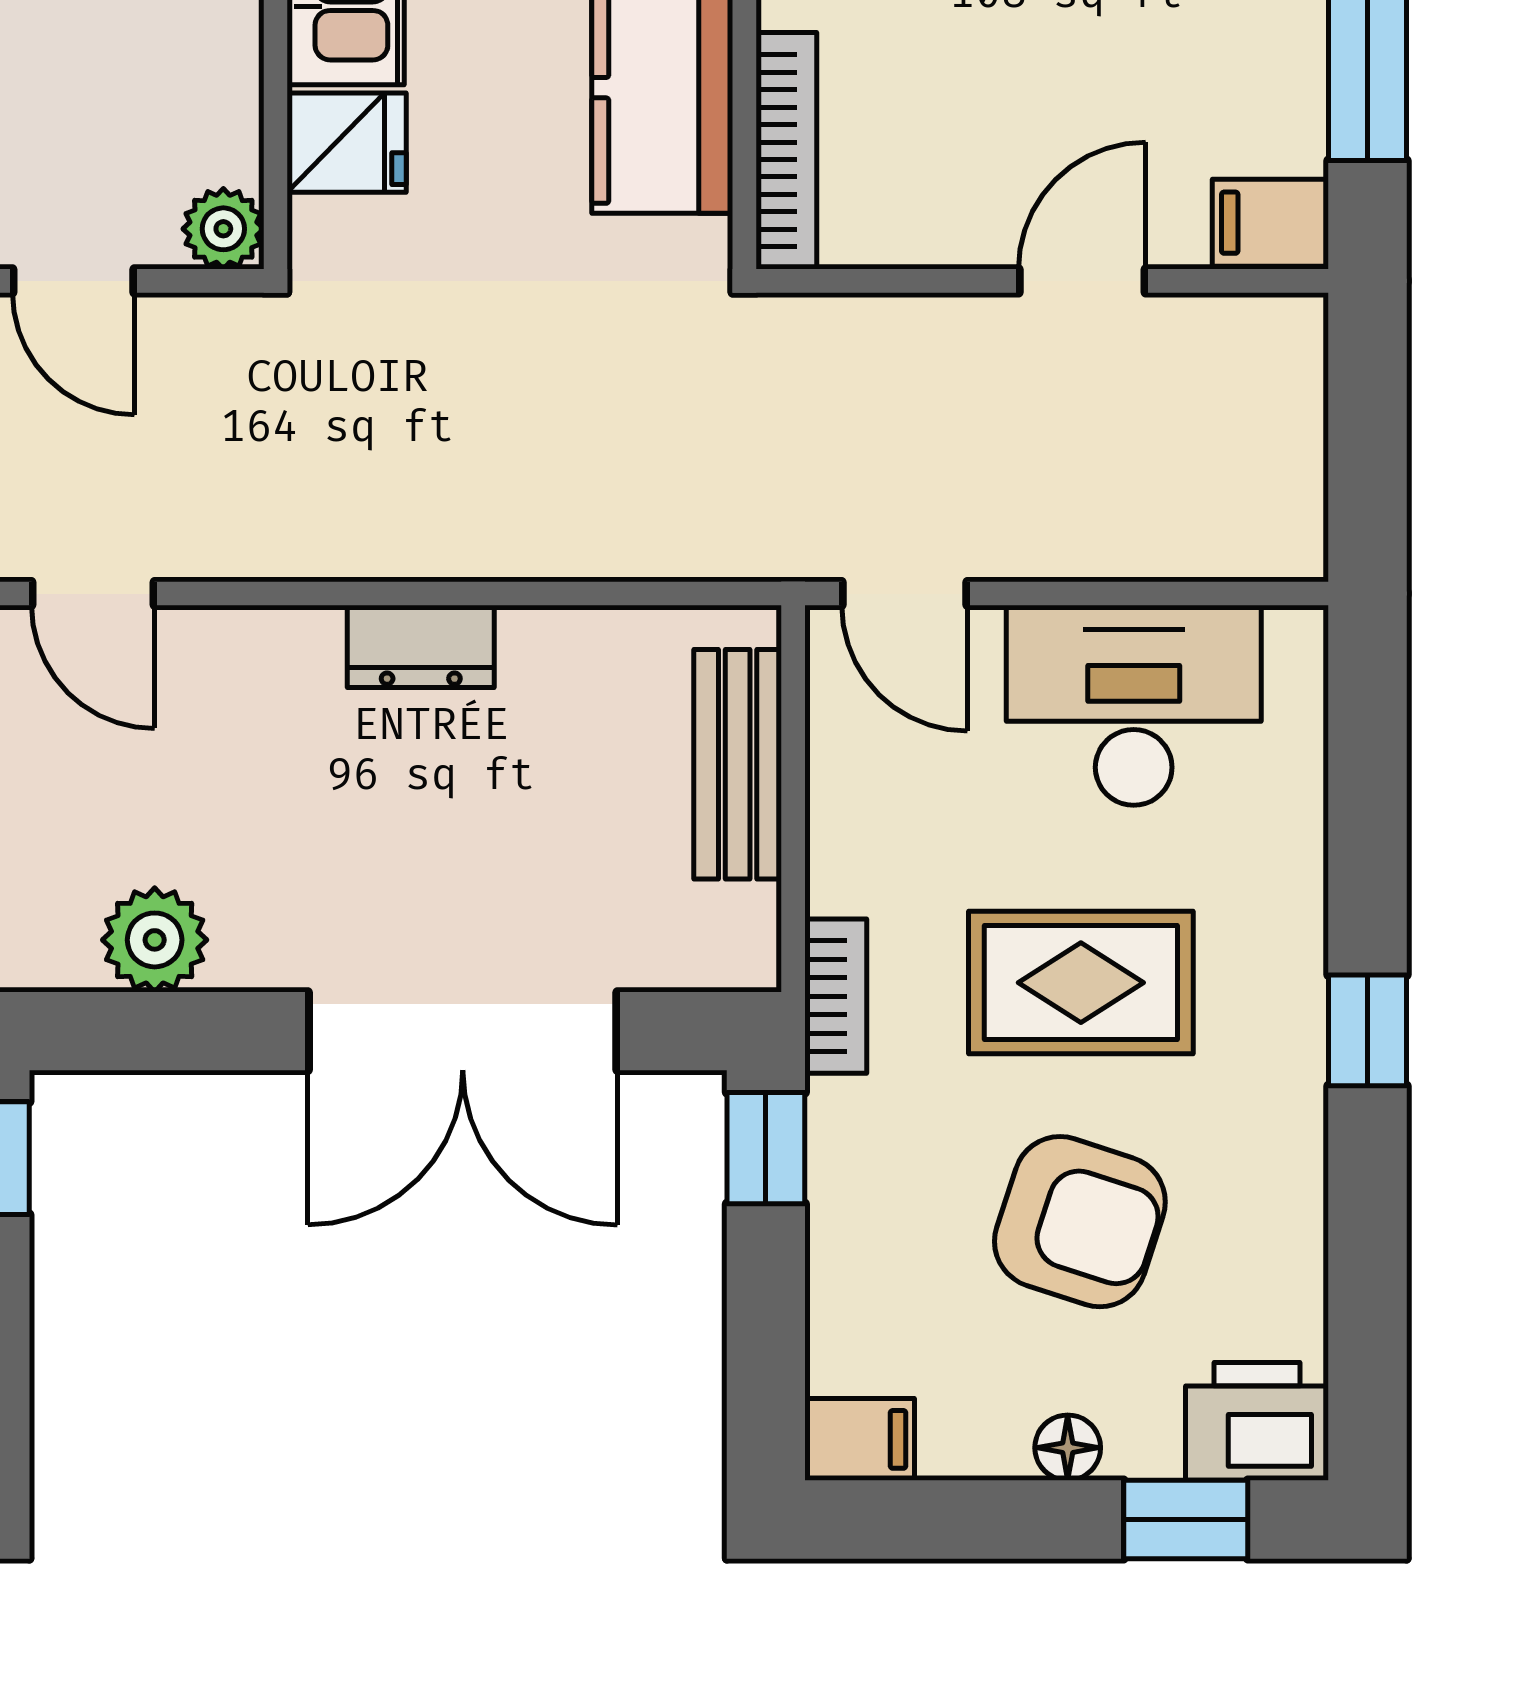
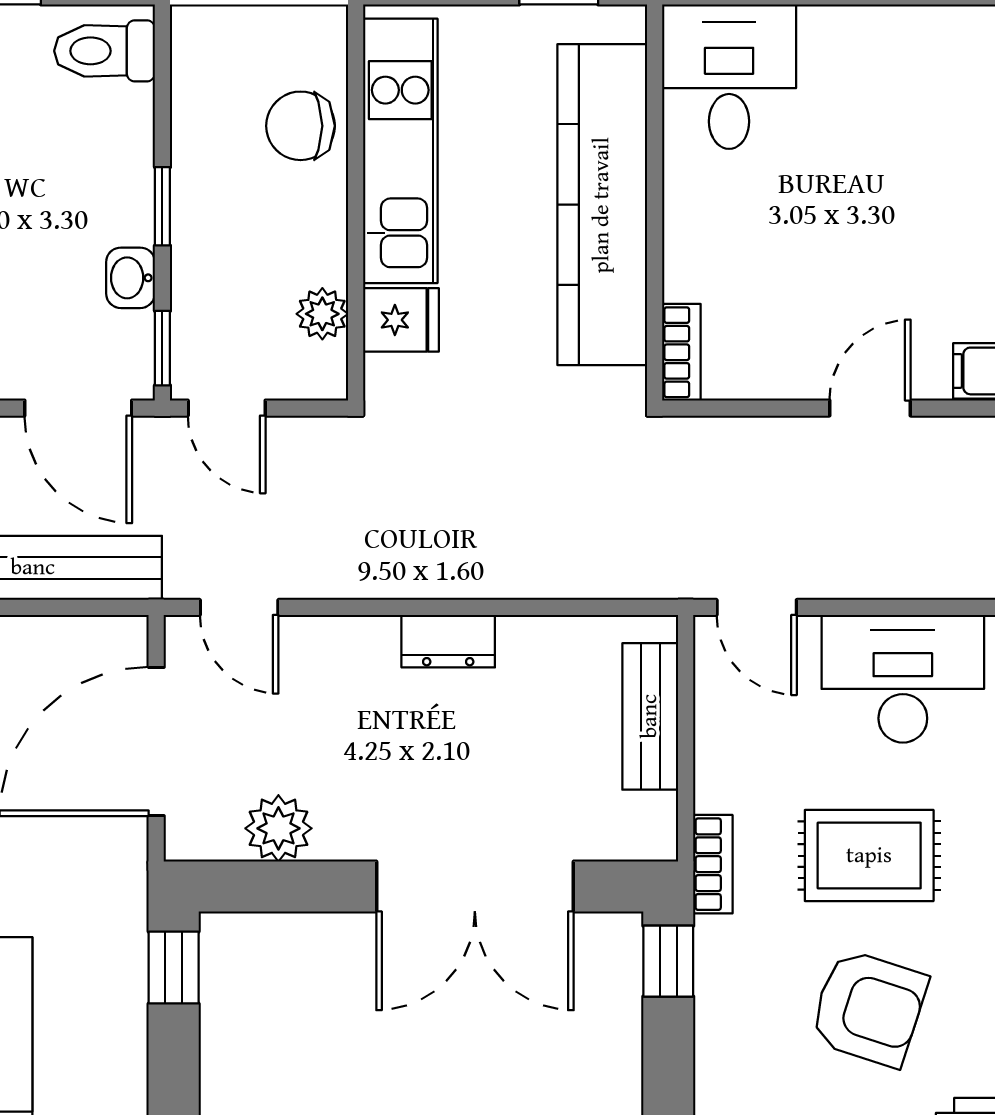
bookcase: (786, 151) -> (681, 352), width x0.64
plant: (223, 229) -> (322, 314), moved

